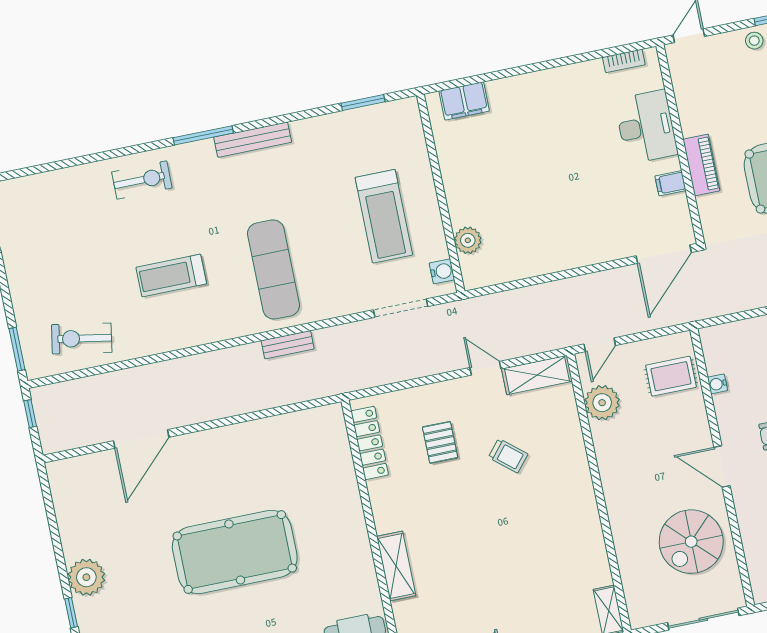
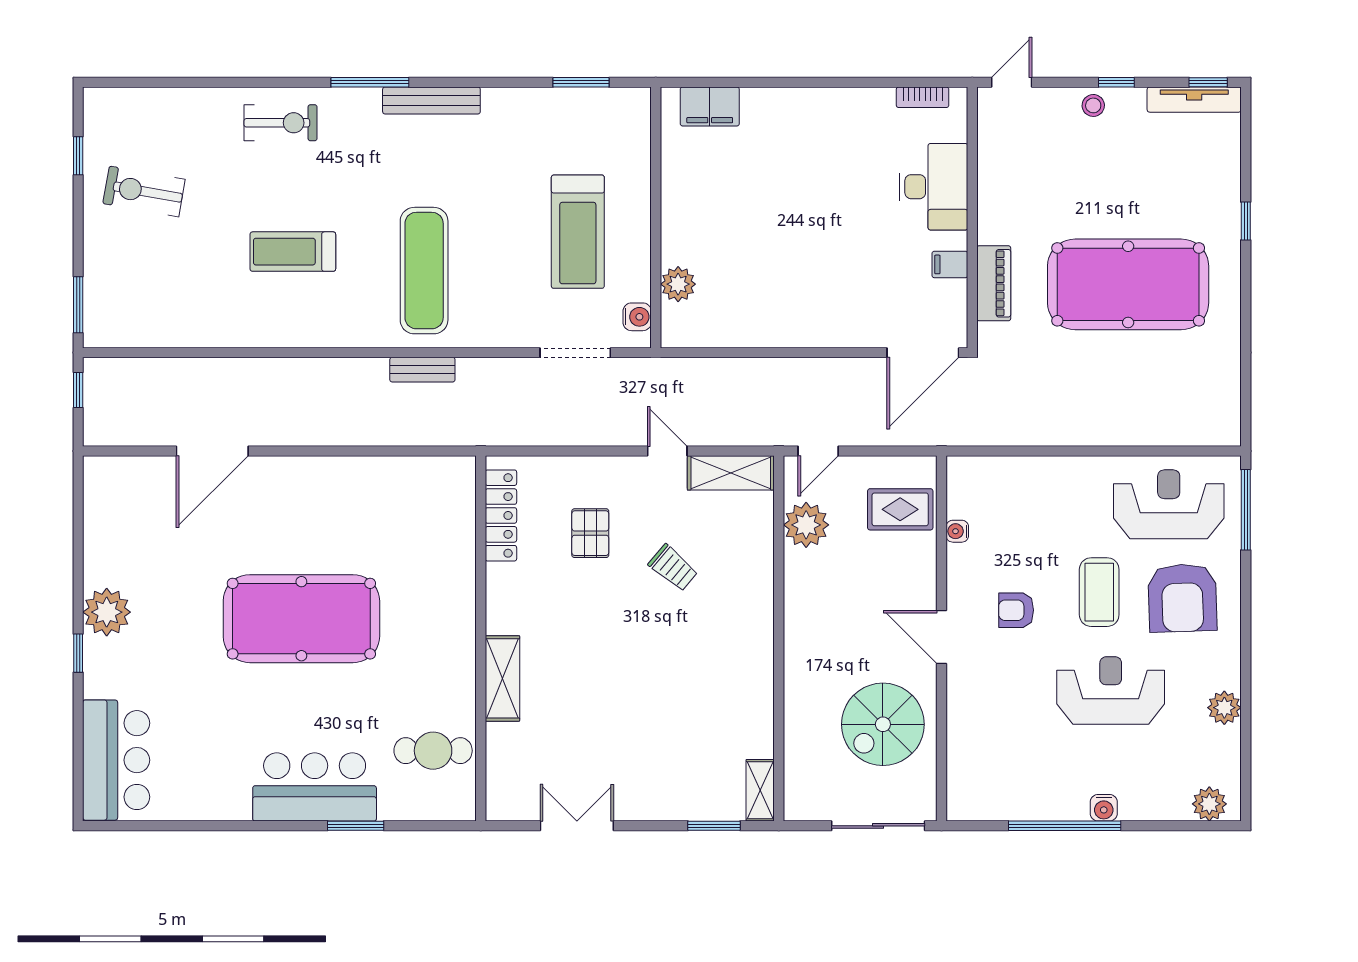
piano: (701, 165) -> (994, 283), moved
exercise bike: (82, 338) -> (144, 191), moved

